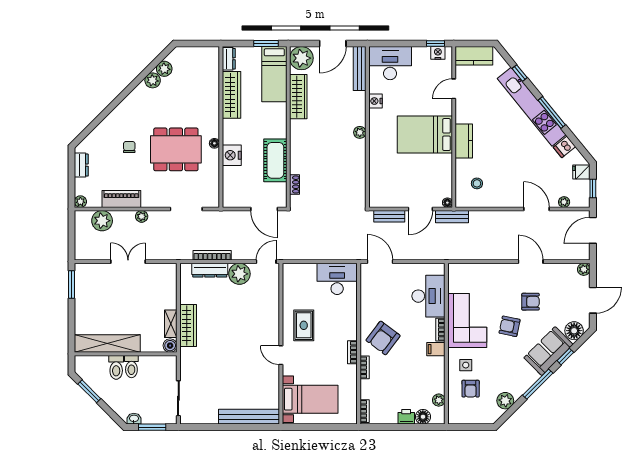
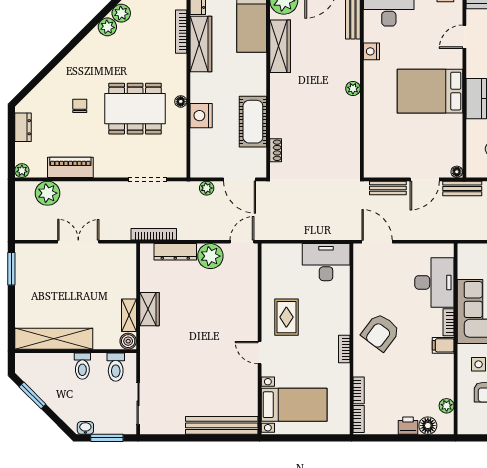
bookcase: (215, 84) -> (181, 32), added
plant: (142, 216) -> (207, 188), moved
bookcase: (212, 255) -> (154, 234), moved
wardrobe: (188, 326) -> (150, 309), width x0.67
toilet: (116, 367) -> (116, 367), moved
bookcase: (365, 367) -> (359, 390), moved

